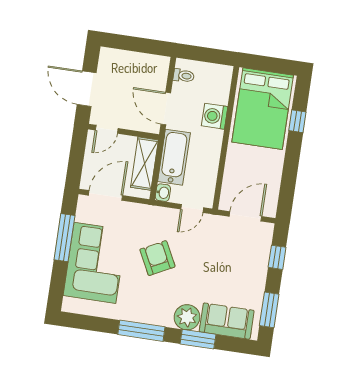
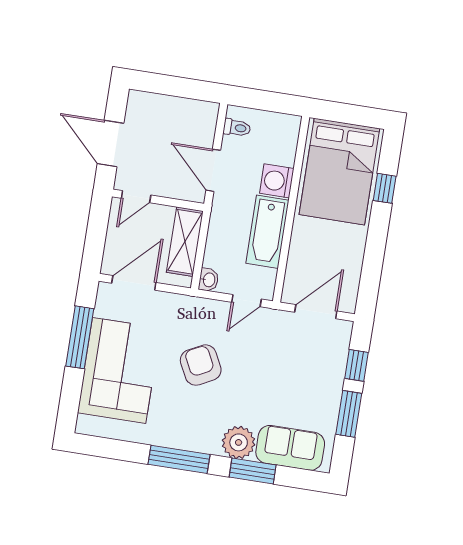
bathtub: (174, 157) -> (267, 232), moved, turned 180
window: (269, 310) -> (349, 414), moved

